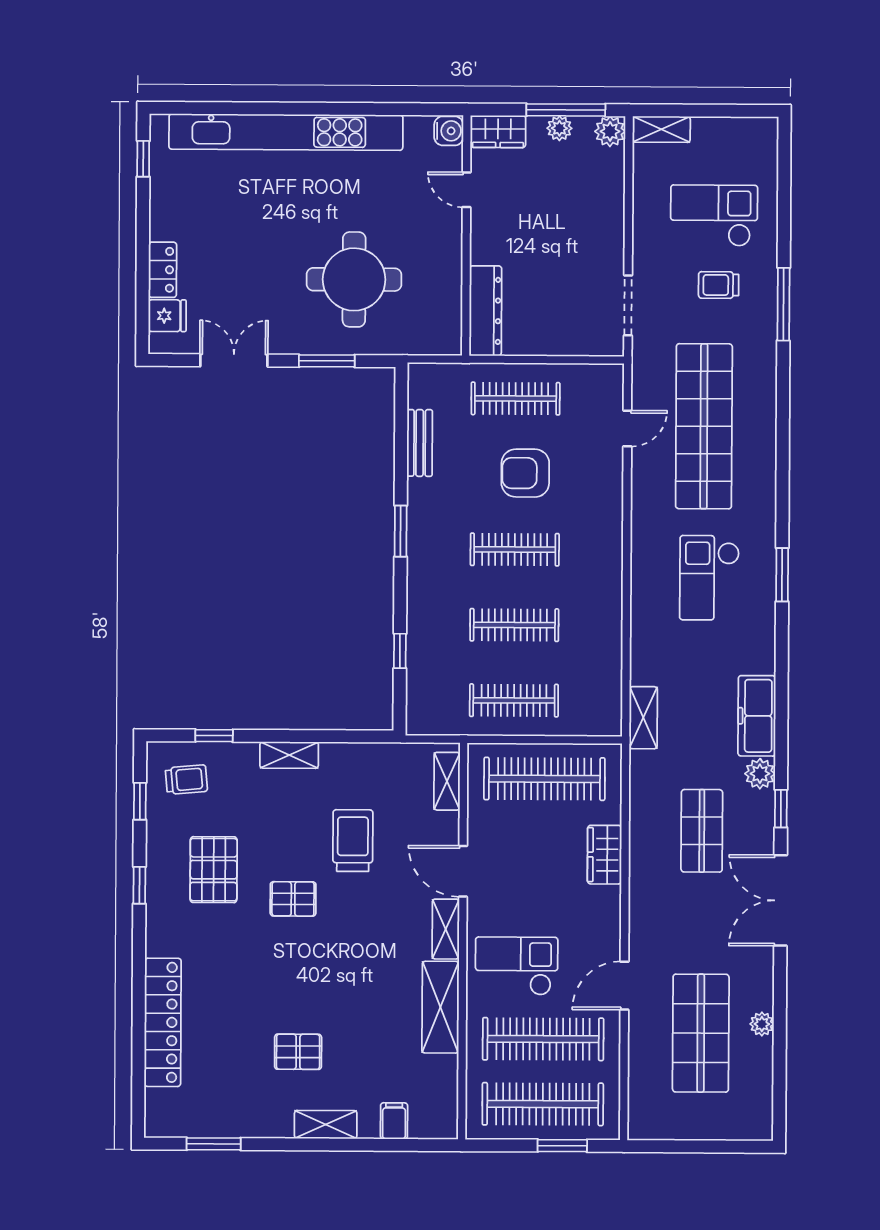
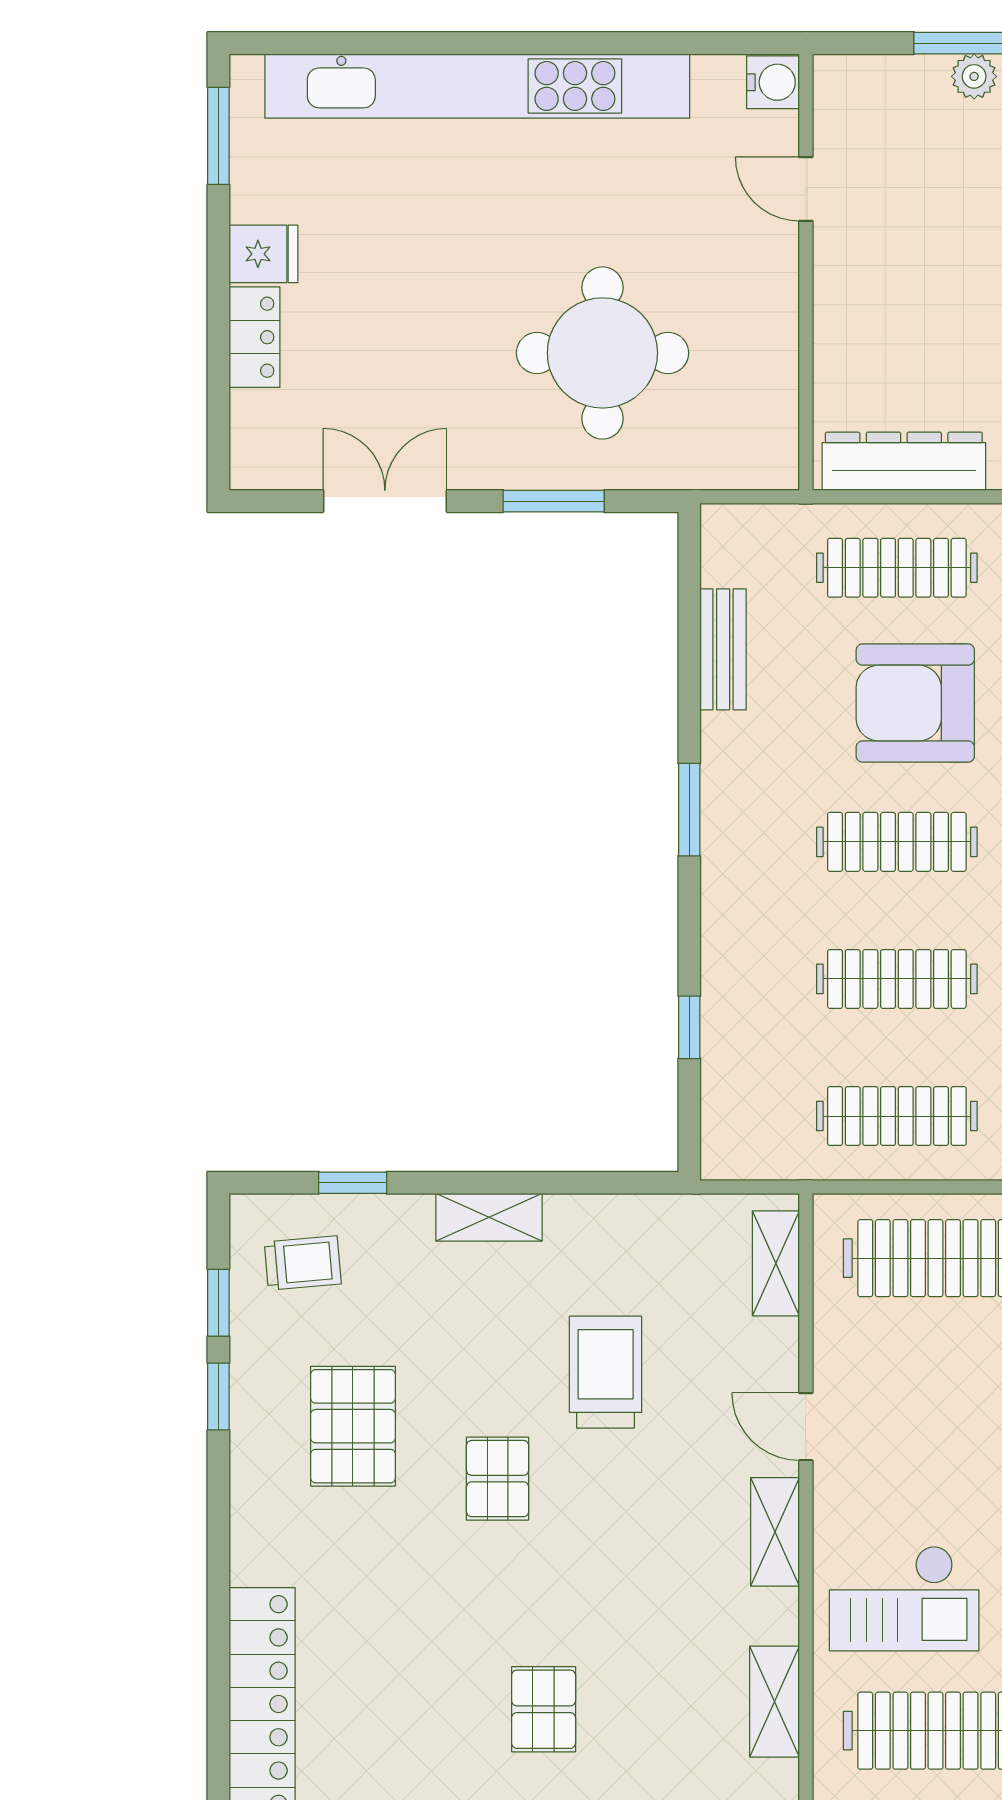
wardrobe: (498, 131) -> (862, 83), removed
window: (143, 159) -> (218, 136), width x1.50
dresser: (485, 311) -> (904, 461), moved, turned -90
fridge: (167, 316) -> (263, 254), moved
armchair: (525, 473) -> (915, 703), width x1.36, depth x1.36
door: (463, 871) -> (806, 1427), width x0.73
window: (139, 885) -> (218, 1397), moved
pallet: (293, 899) -> (498, 1479), turned 90
checkout: (517, 966) -> (904, 1598), turned 180
shelving: (440, 1007) -> (774, 1702), width x0.67, depth x0.75
pallet: (298, 1052) -> (544, 1709), moved, turned 90

